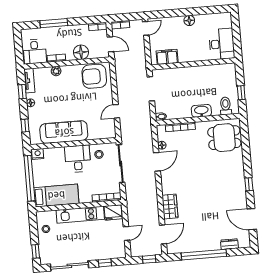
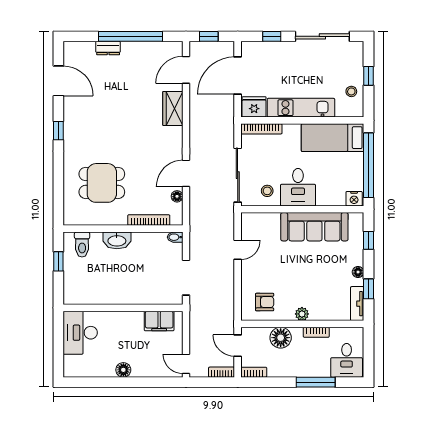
door: (146, 28) -> (186, 364), hinge flipped
desk: (35, 52) -> (347, 360), moved, turned 180
plant: (56, 71) -> (302, 314), moved
armchair: (94, 76) -> (265, 302), width x0.53, depth x0.53
dining table: (224, 138) -> (102, 183), moved
door: (126, 233) -> (238, 76), width x1.87
dresser: (229, 244) -> (108, 48), moved
window: (36, 251) -> (369, 76), moved

